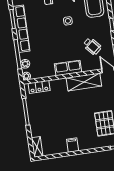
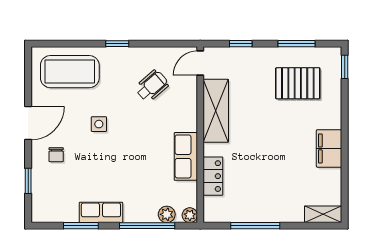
row of seats: (21, 29) -> (101, 212), width x0.50
row of seats: (68, 68) -> (186, 156), moved
locker: (39, 87) -> (213, 176), moved
filing cabinet: (73, 145) -> (329, 148), width x2.00

